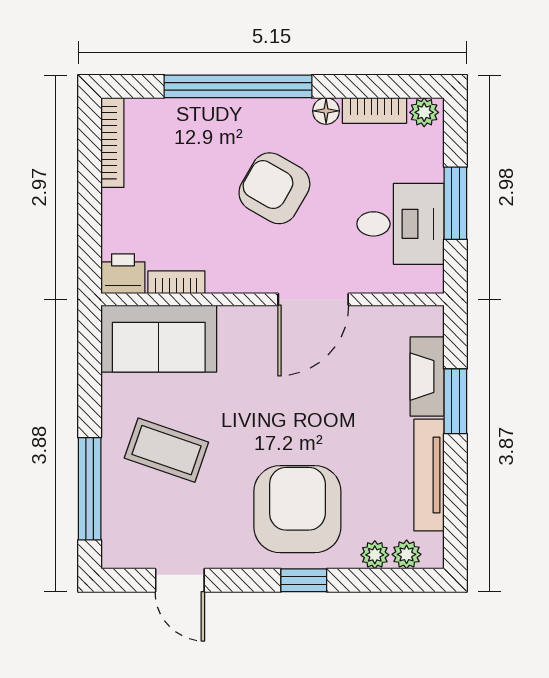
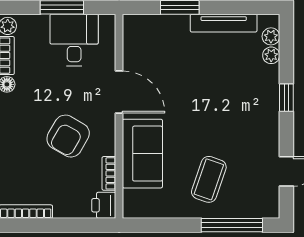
armchair: (274, 188) -> (68, 136), moved
sofa: (159, 339) -> (142, 154), moved
fireplace: (427, 377) -> (165, 24), removed
armchair: (297, 509) -> (244, 101), removed

